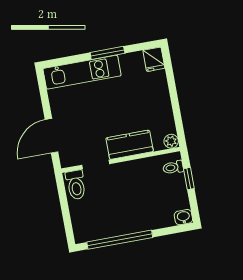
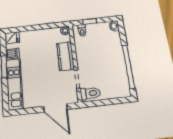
dishwasher: (128, 63) -> (12, 54), added

